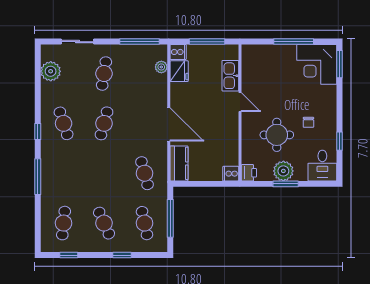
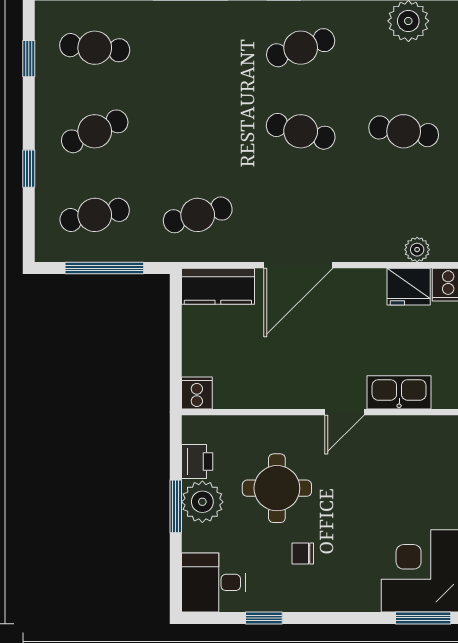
printer: (249, 173) -> (197, 461), moved, turned -90

